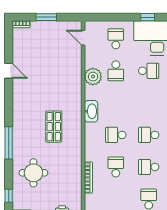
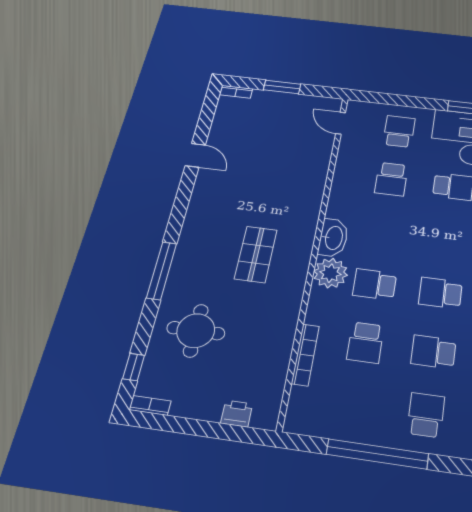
plant: (93, 77) -> (330, 273), moved
school desk: (116, 167) -> (365, 343), turned 180

